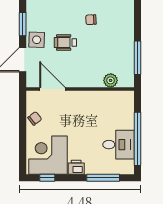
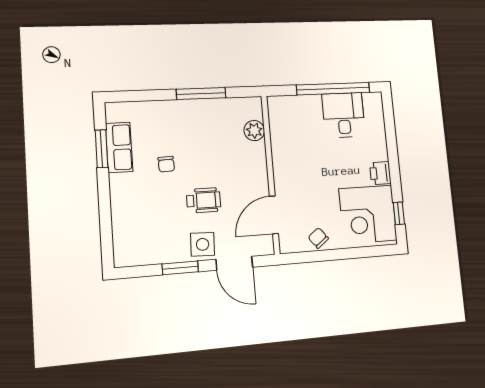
wheelchair: (65, 42) -> (204, 200), turned -90
window: (137, 58) -> (201, 94), moved
window: (103, 178) -> (391, 134), removed

